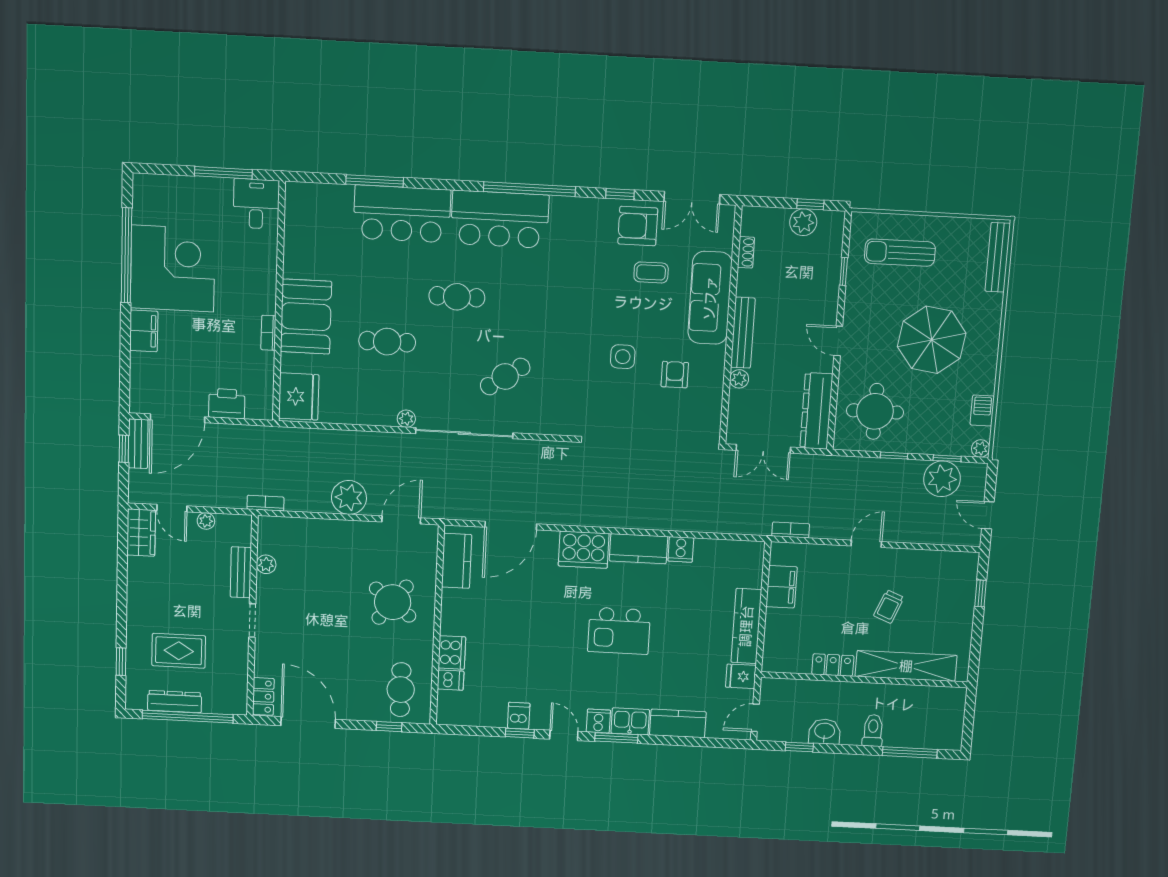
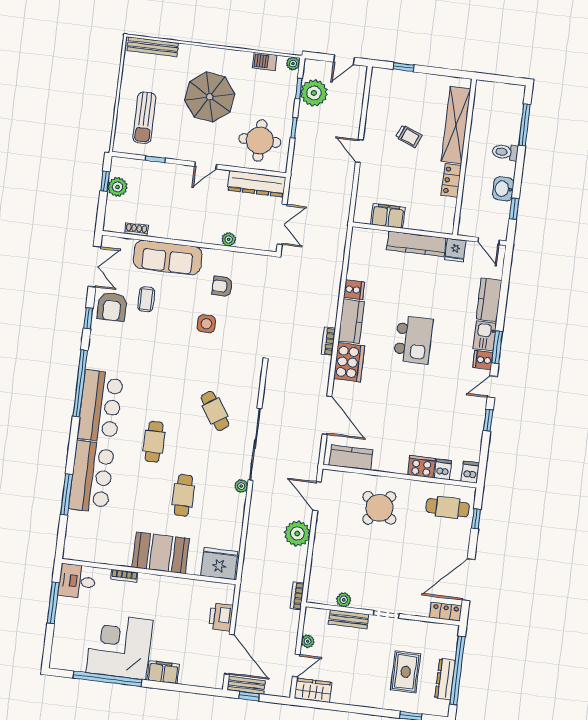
bookcase: (268, 333) -> (124, 576), moved
bench: (743, 333) -> (195, 235), removed
bookcase: (791, 530) -> (328, 341), moved
dishwasher: (519, 716) -> (470, 472), moved, turned 90

